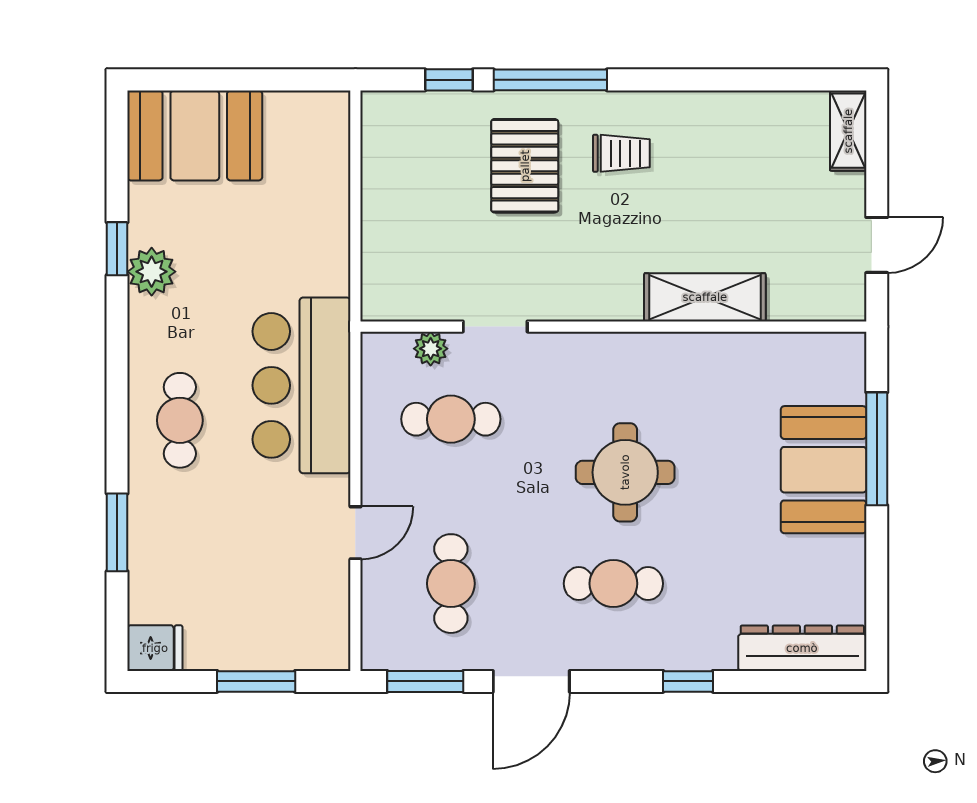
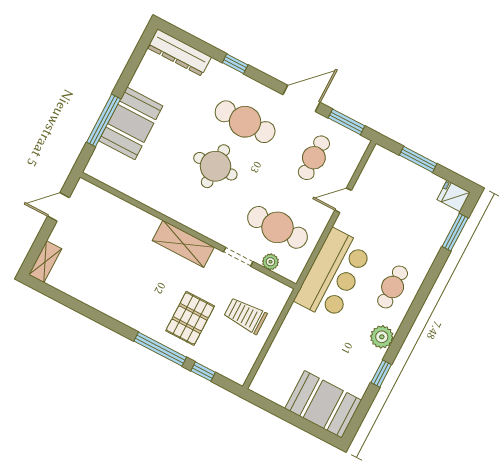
trolley: (621, 153) -> (245, 315), moved, width x1.36, depth x1.39
plant: (152, 272) -> (382, 337), moved
shelving: (705, 297) -> (183, 244), moved
cafe table: (451, 419) -> (277, 227), width x1.37, depth x1.35
window: (117, 532) -> (455, 232), moved
cafe table: (613, 584) -> (245, 122), width x1.37, depth x1.35

